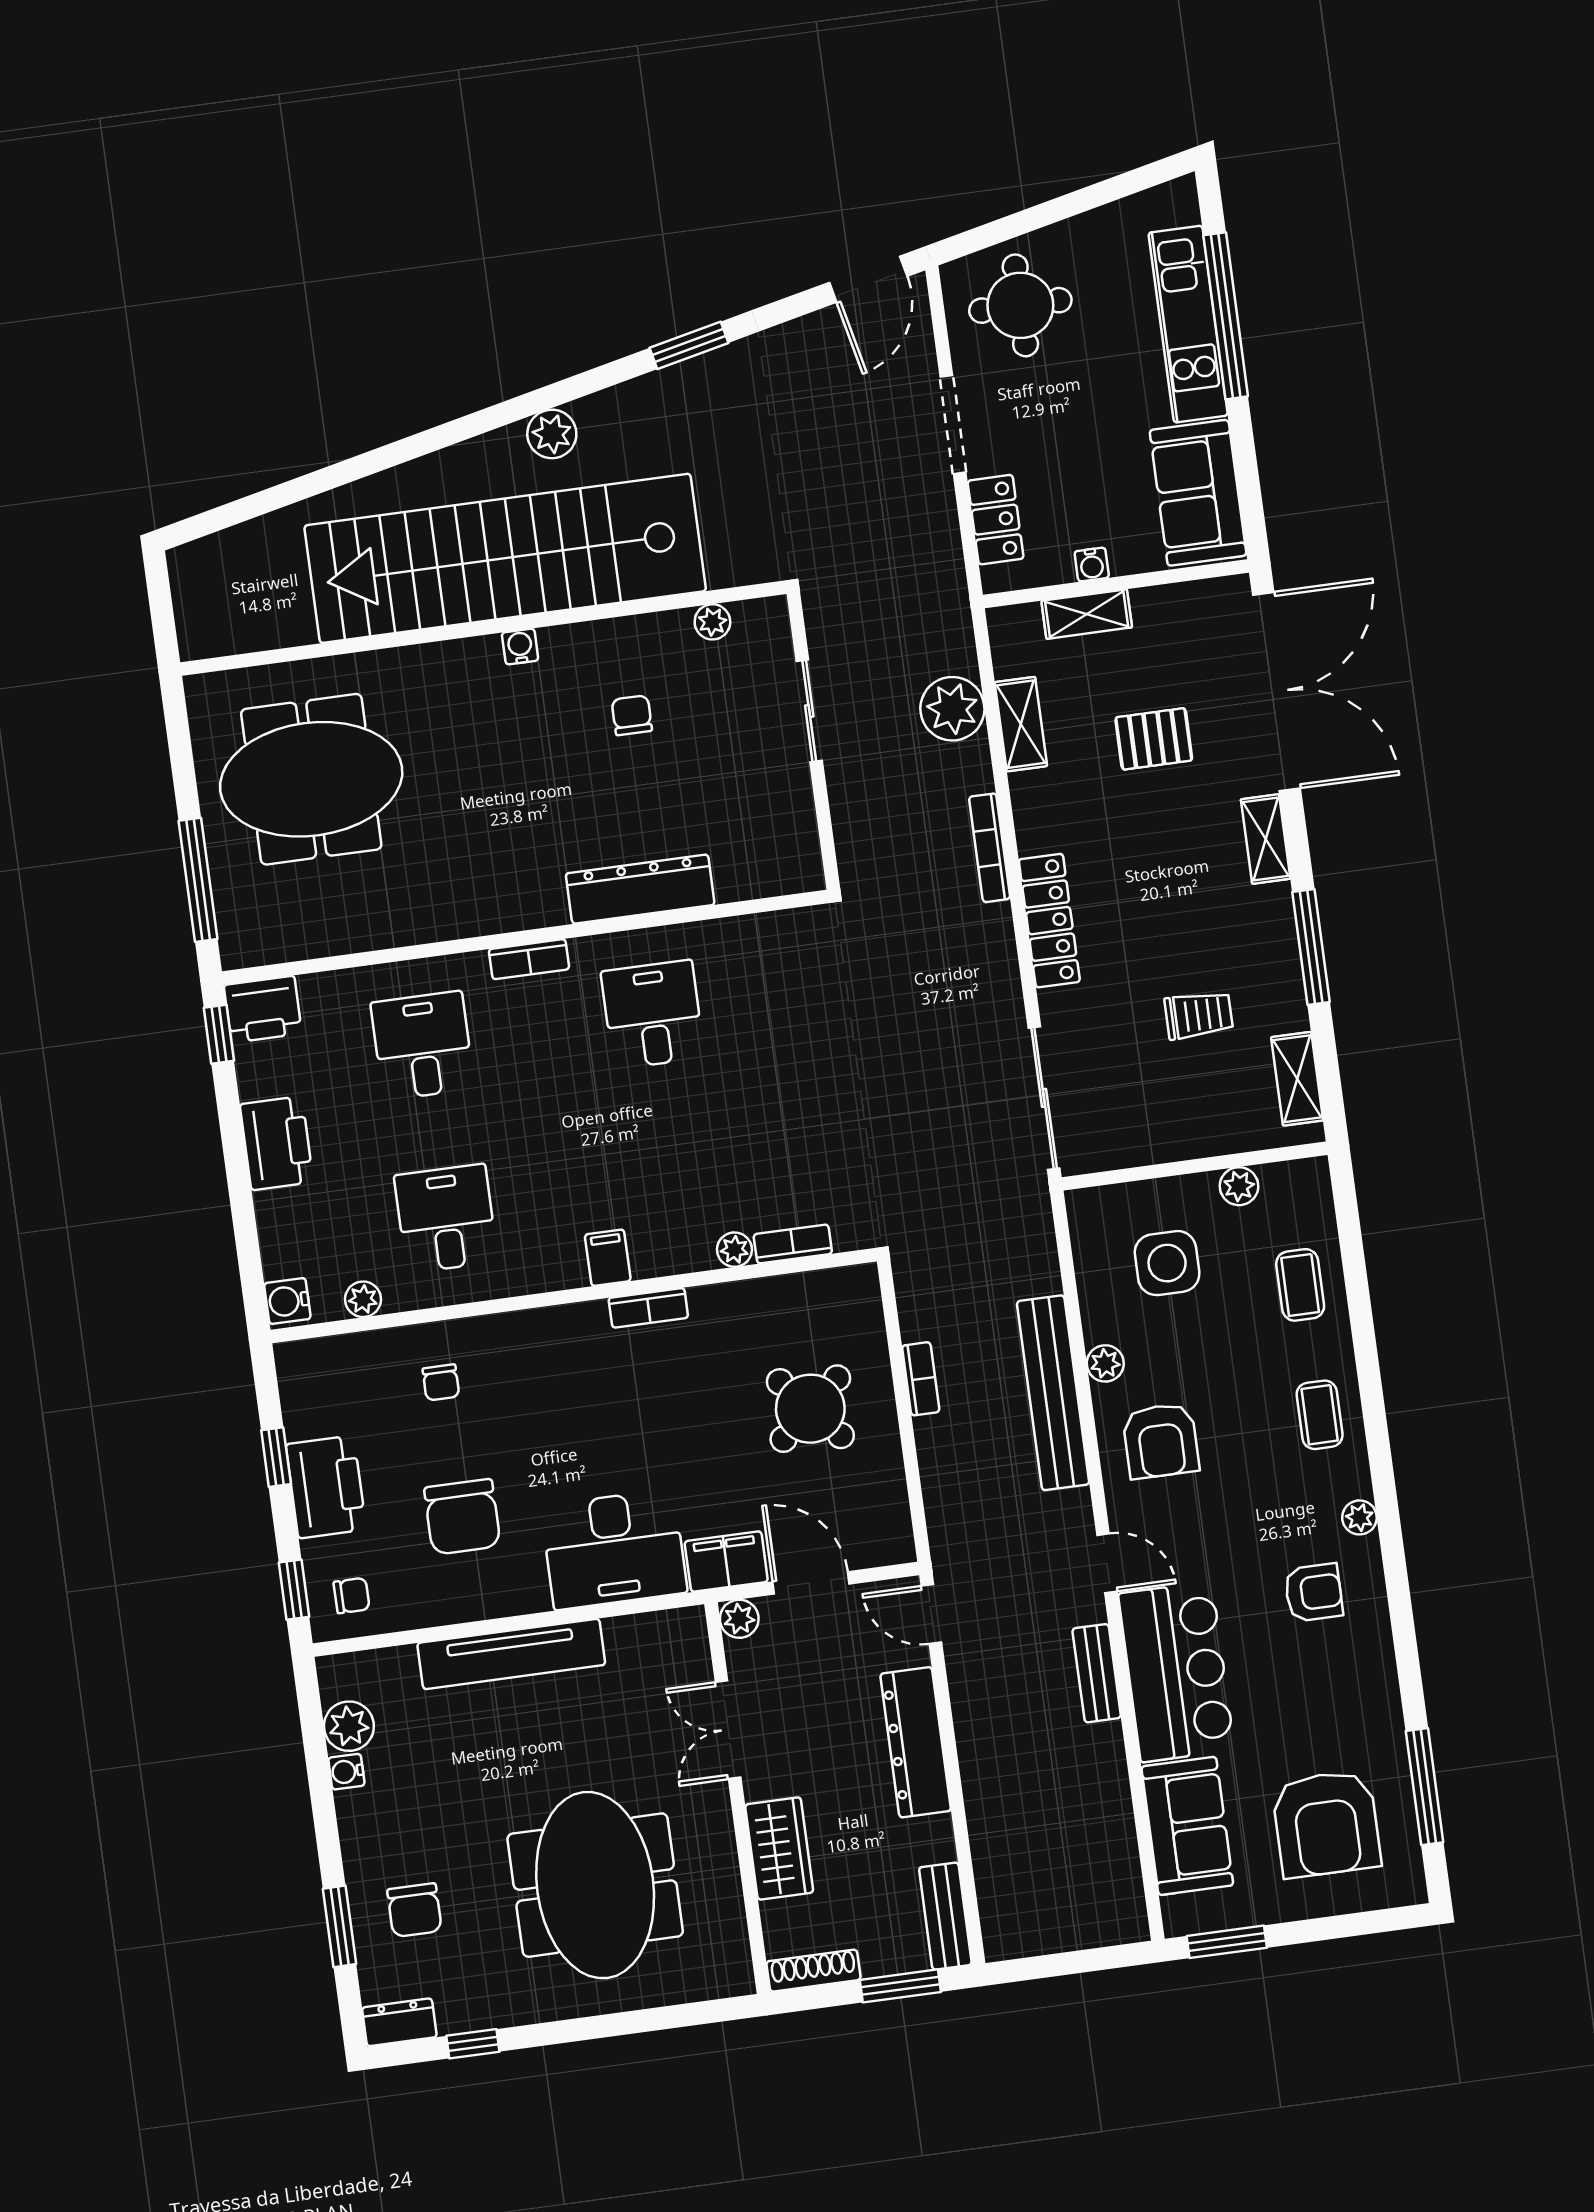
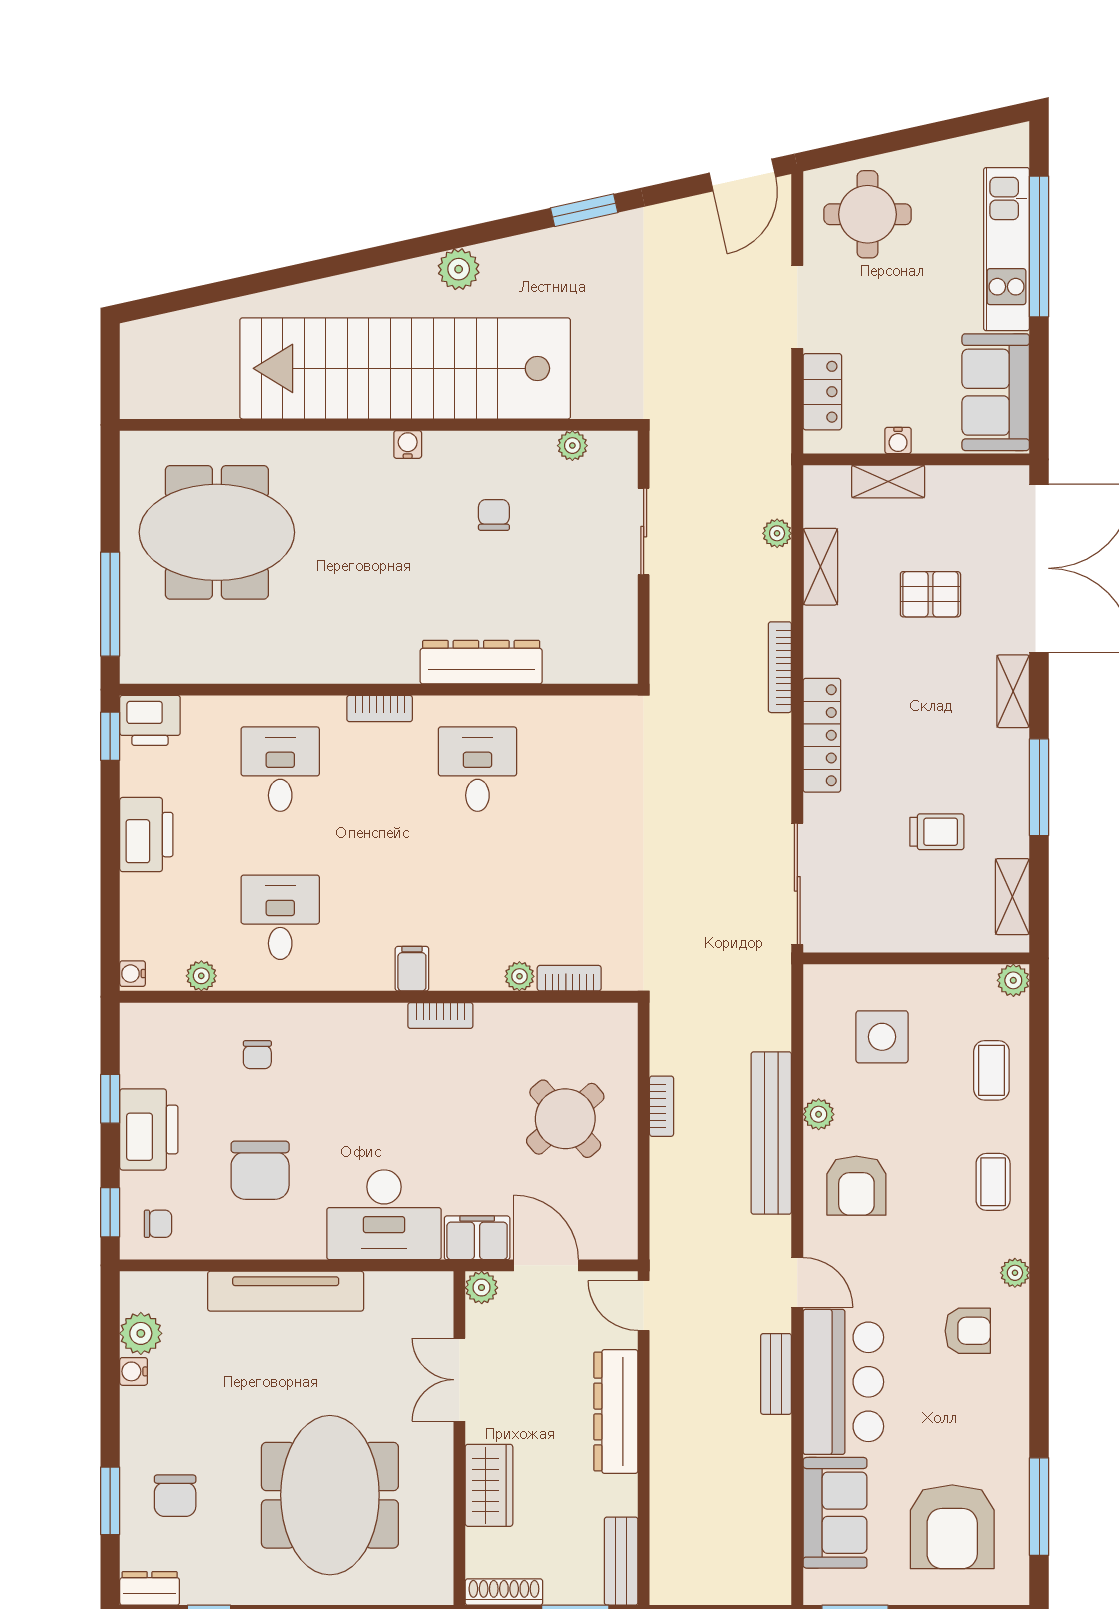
plant: (952, 709) -> (777, 533), width x0.53, depth x0.53
plant: (1239, 1186) -> (1013, 980), moved
water cooler: (287, 1301) -> (133, 974), width x0.72, depth x0.72

